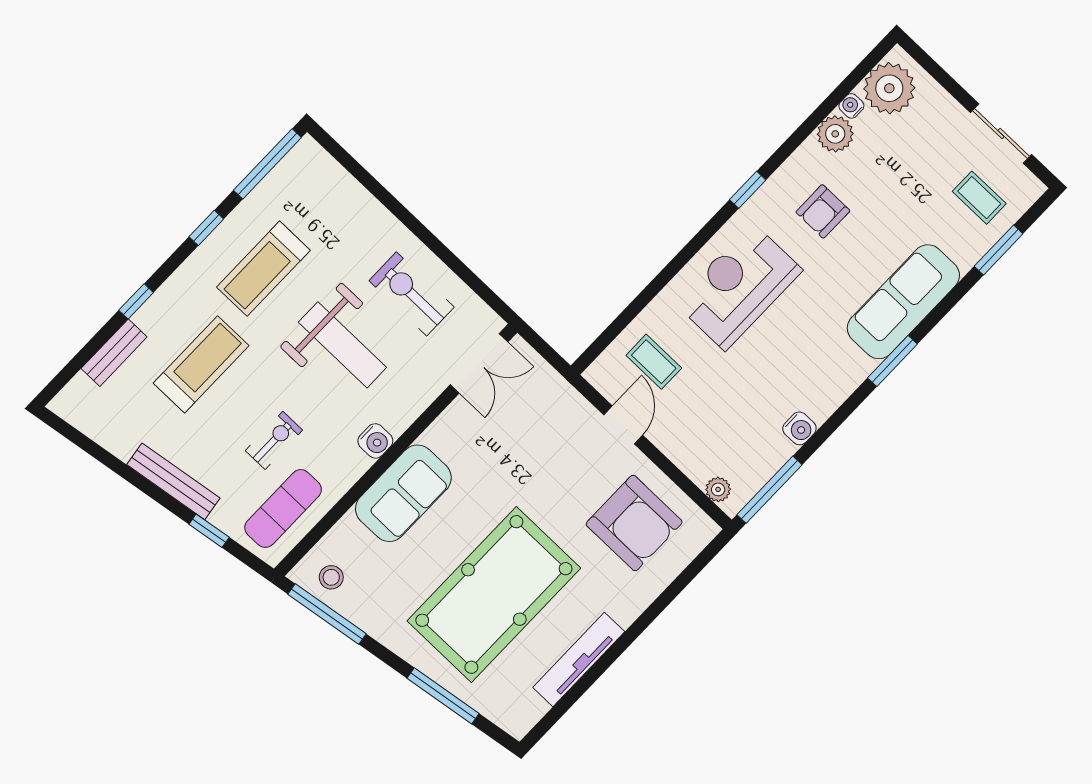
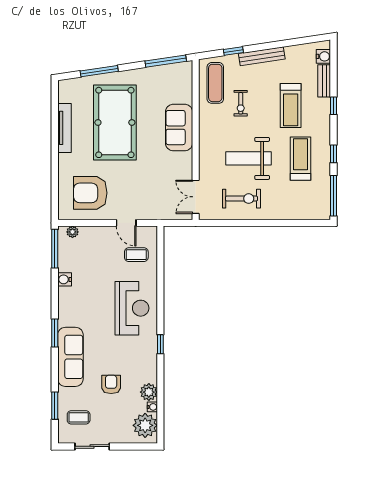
armchair: (823, 211) -> (111, 384), moved
water cooler: (375, 441) -> (323, 56), moved, turned 180
stool: (331, 577) -> (176, 75), removed

